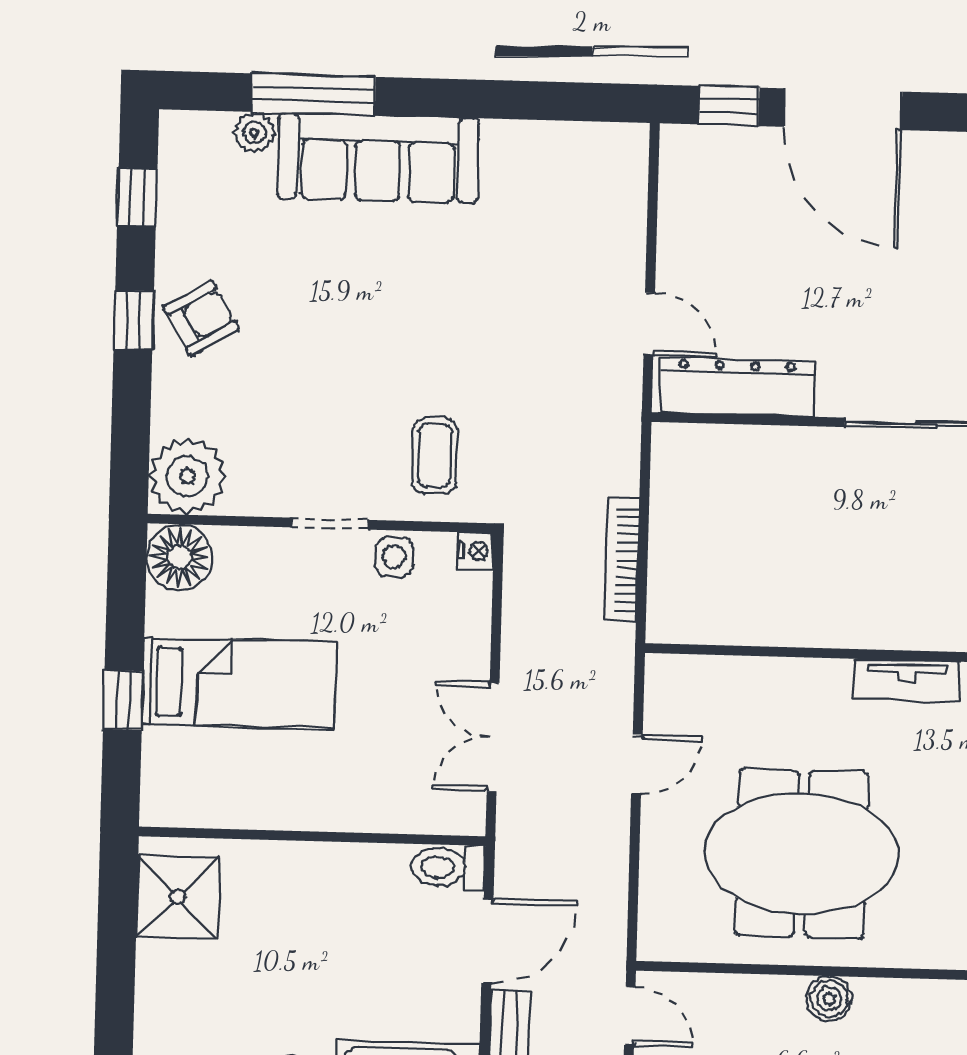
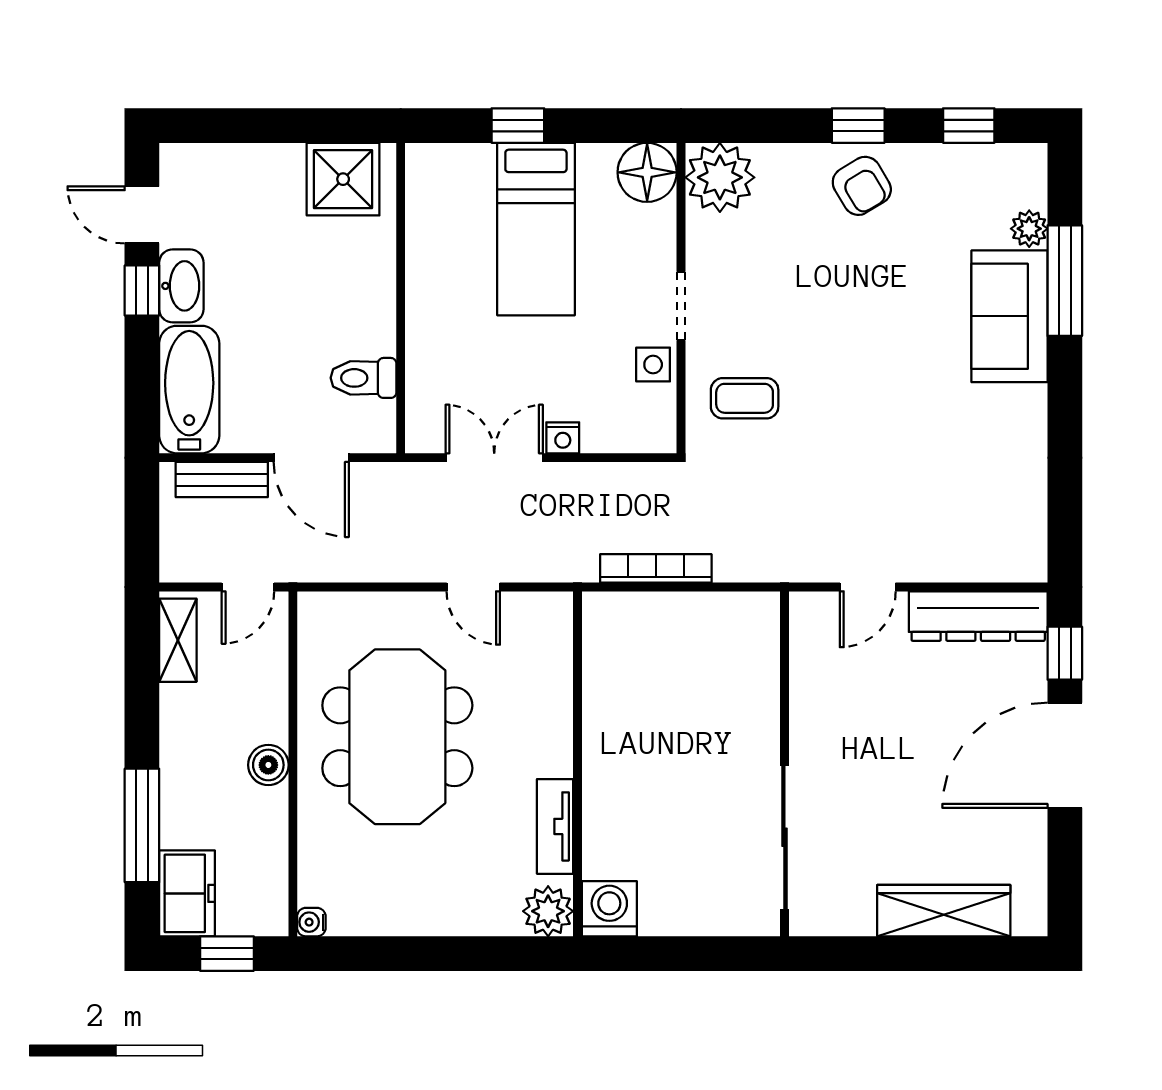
sofa: (378, 158) -> (1009, 316), width x0.73
dresser: (737, 387) -> (978, 616), moved, turned 90
nightstand: (476, 551) -> (563, 438), moved
toilet: (448, 867) -> (363, 378), moved, turned -90

